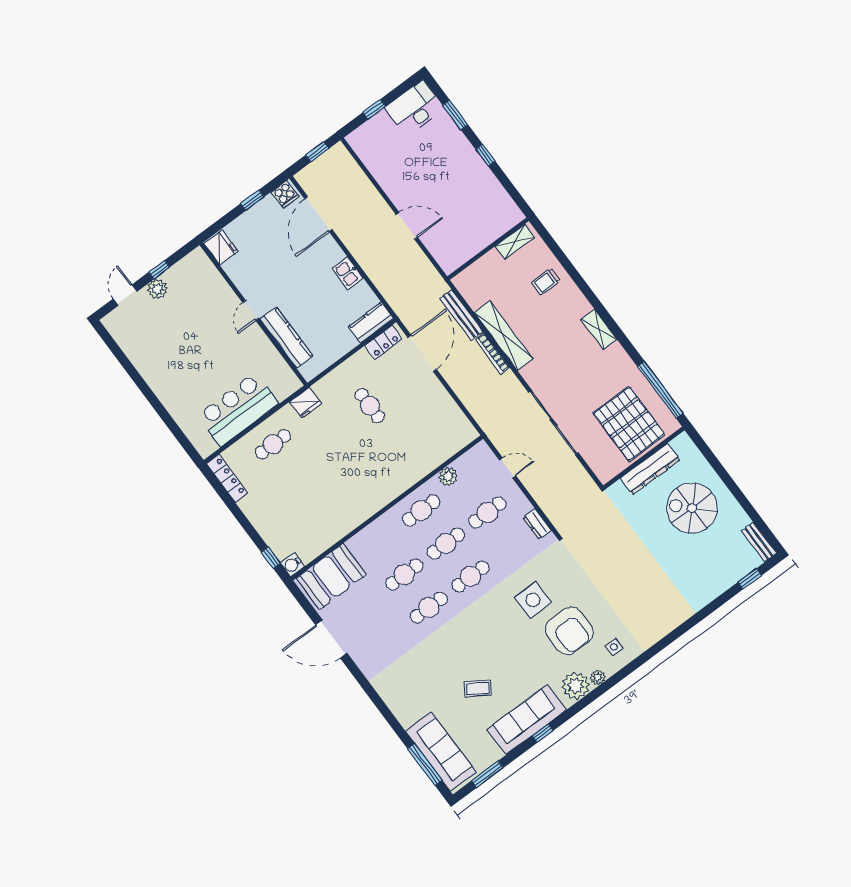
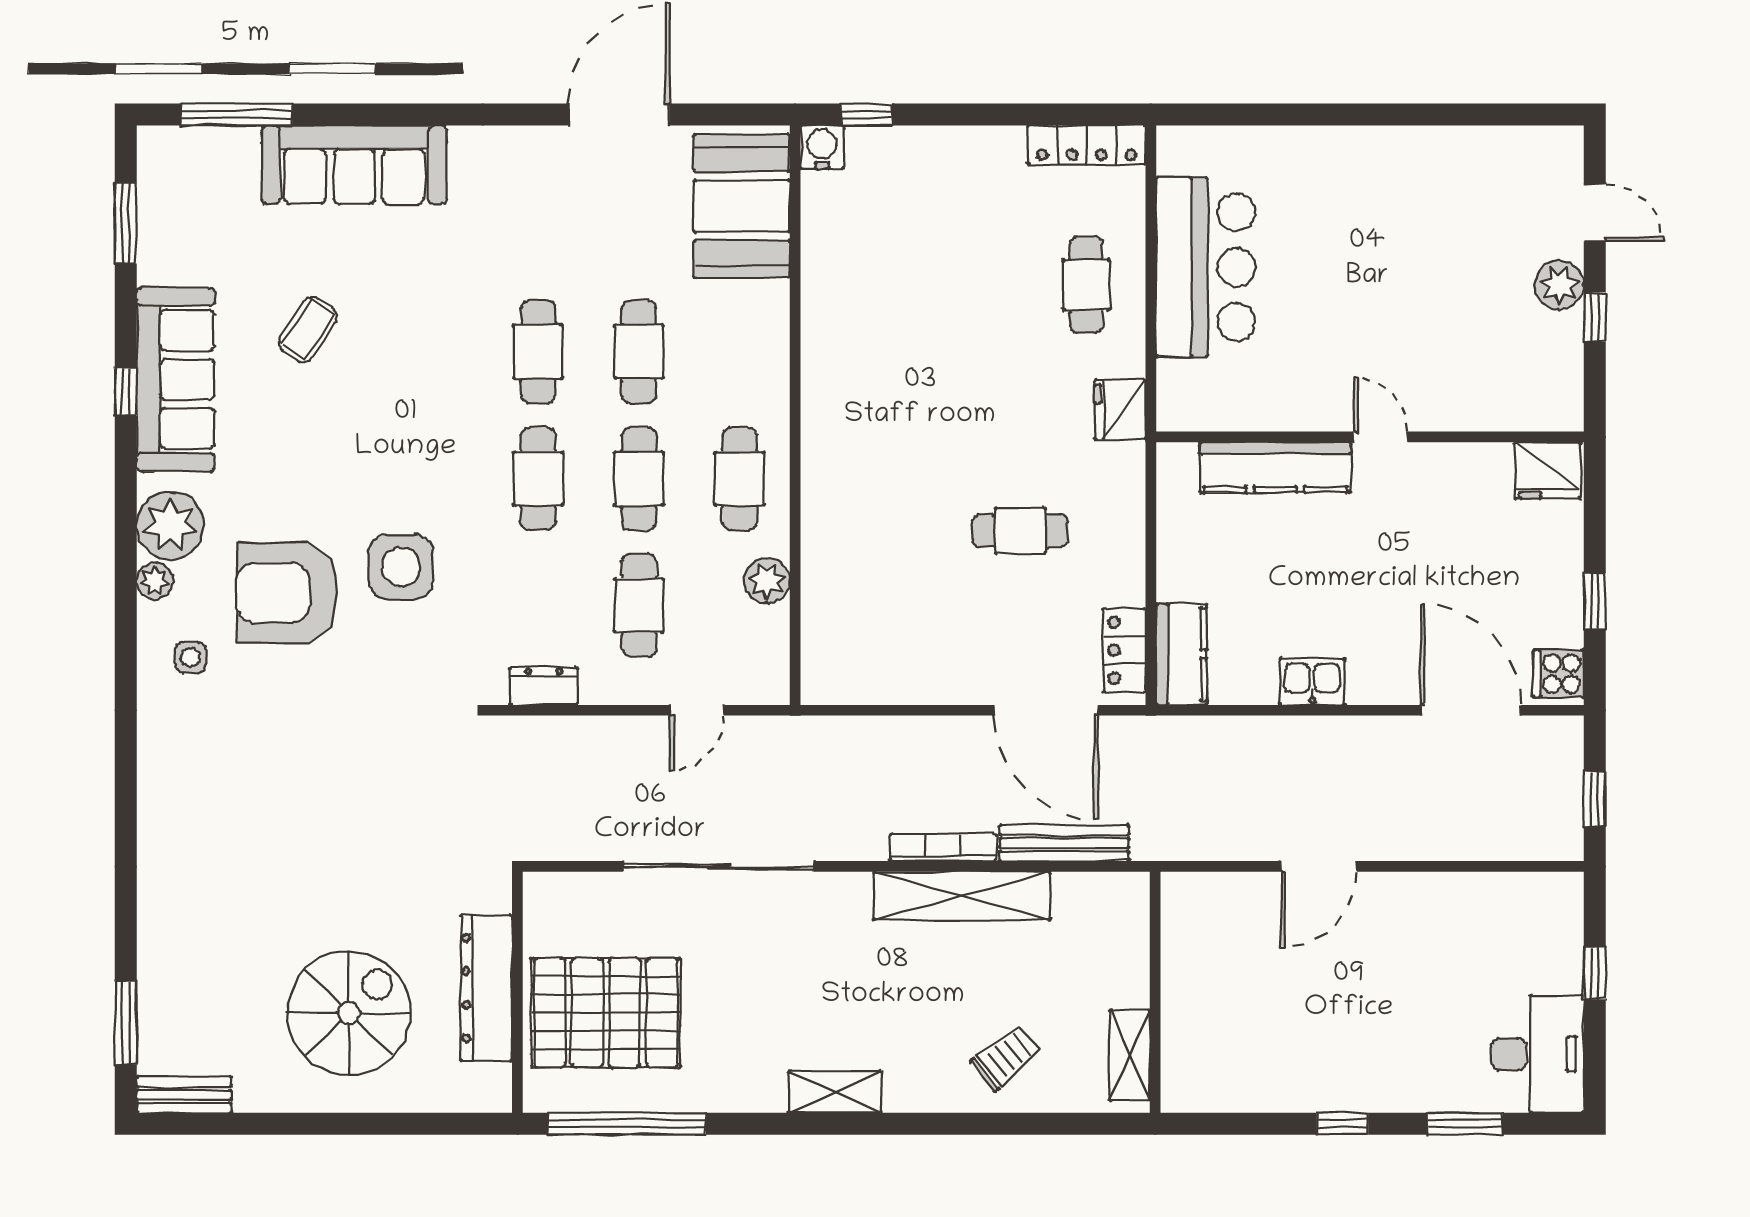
trolley: (546, 282) -> (1006, 1057), turned 51
window: (750, 579) -> (126, 1023), width x1.50
sofa: (441, 752) -> (354, 165), moved

